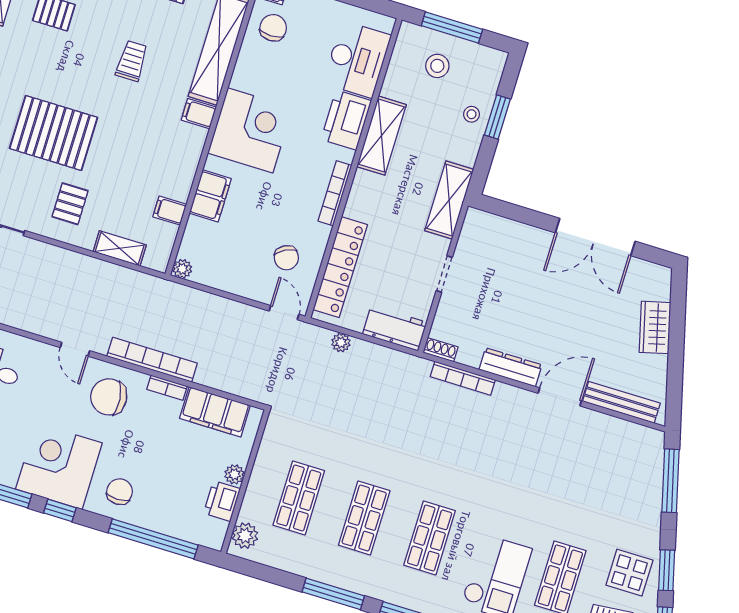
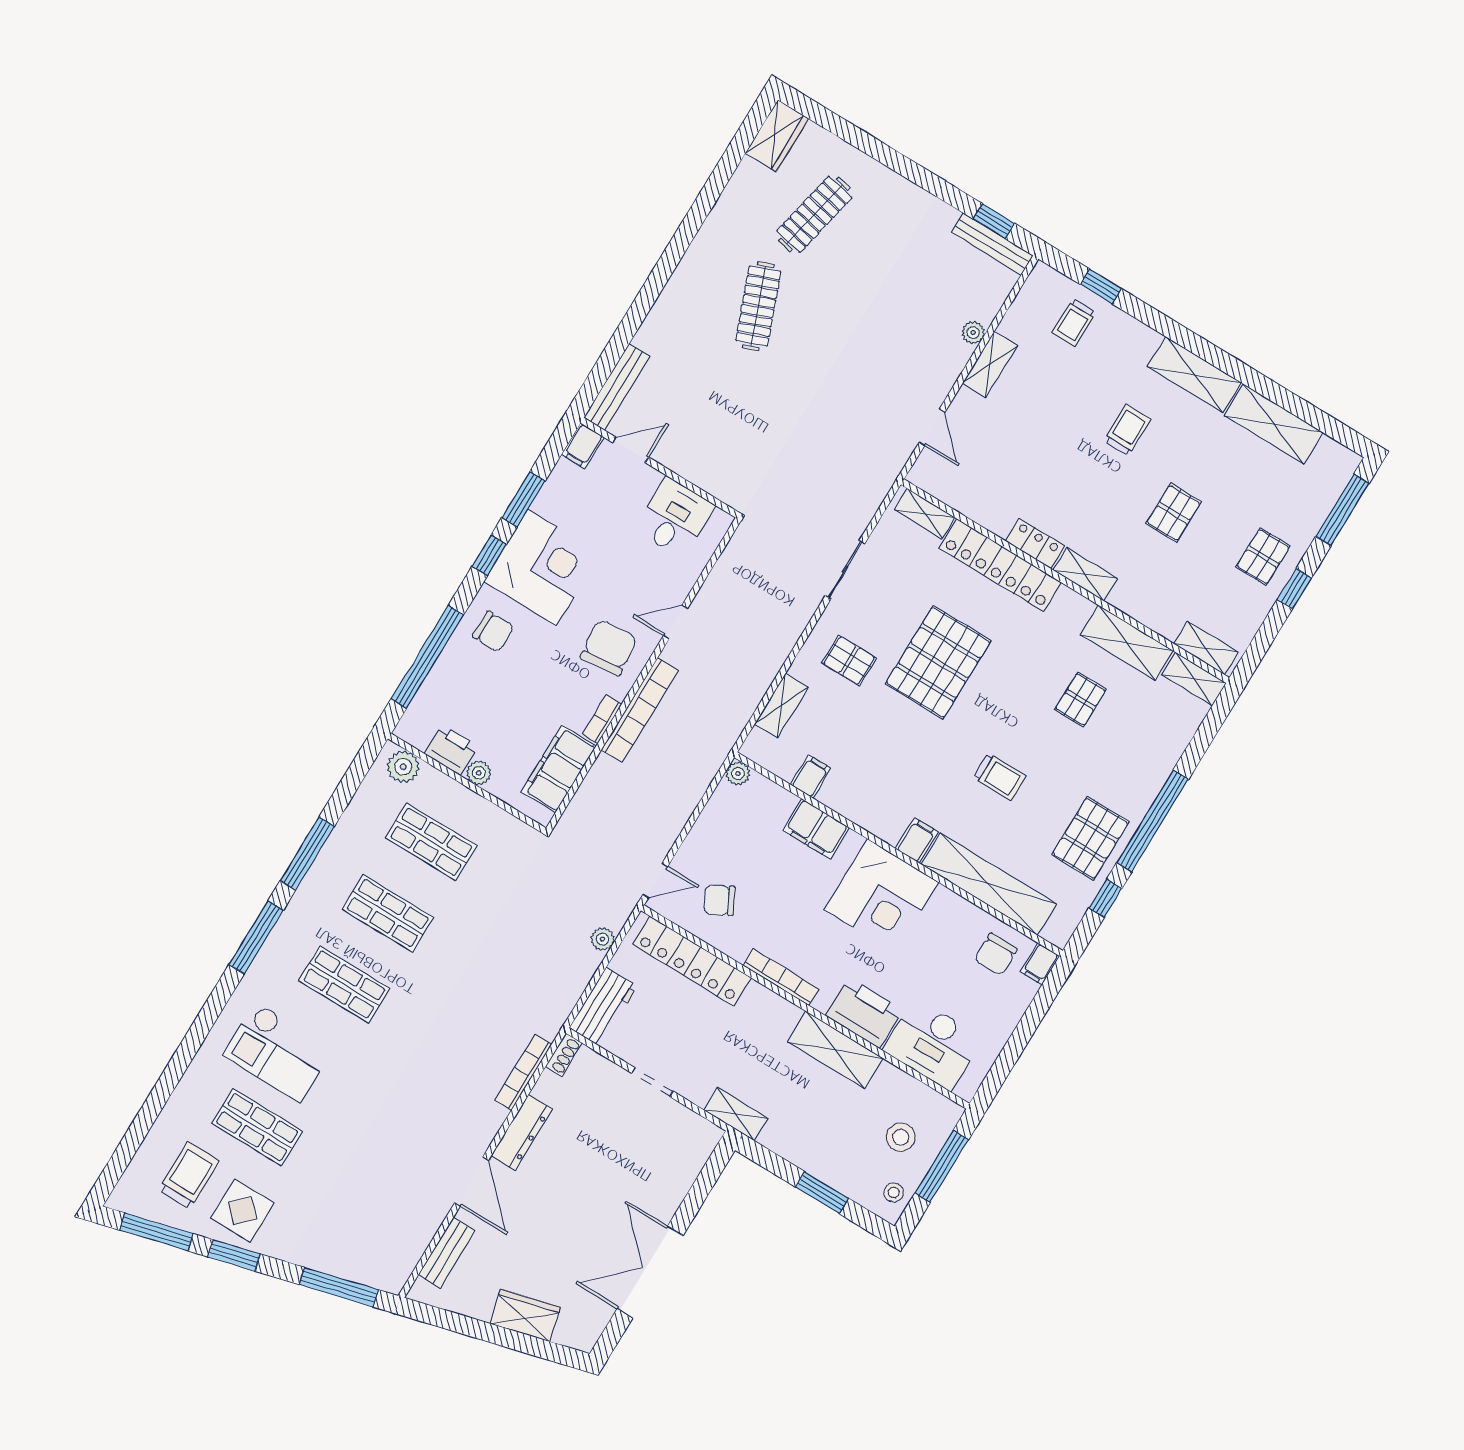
chair: (273, 28) -> (996, 954), turned 90
stool: (472, 114) -> (894, 1192), moved
shelving: (449, 200) -> (736, 1114), width x0.67, depth x0.75
bench: (621, 402) -> (447, 1253), width x0.73

